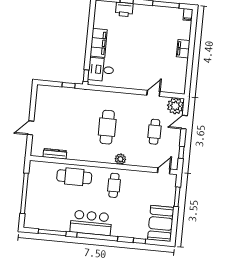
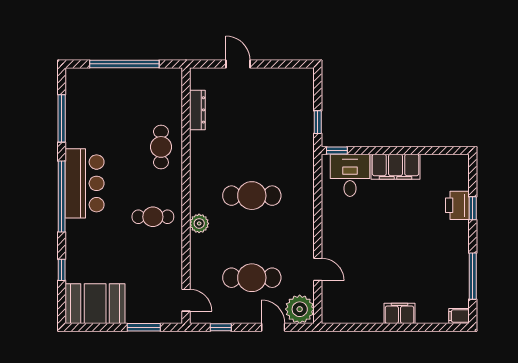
cafe table: (155, 132) -> (252, 278), width x1.37, depth x1.35
cafe table: (74, 177) -> (161, 147), width x0.73, depth x0.74

